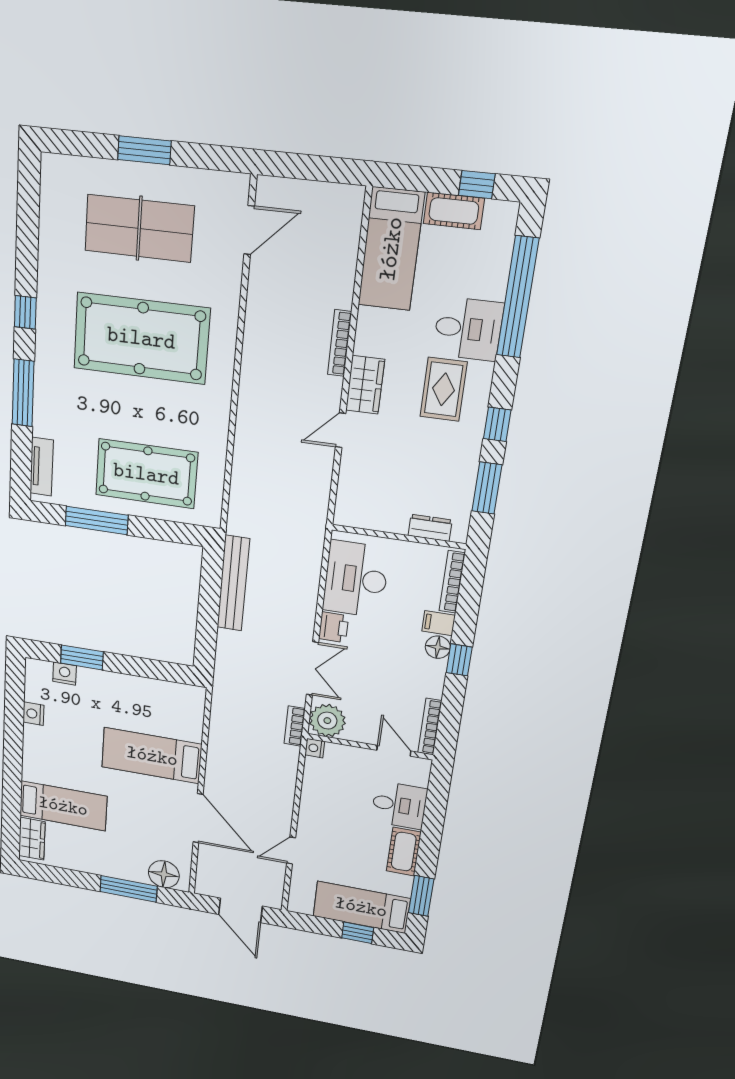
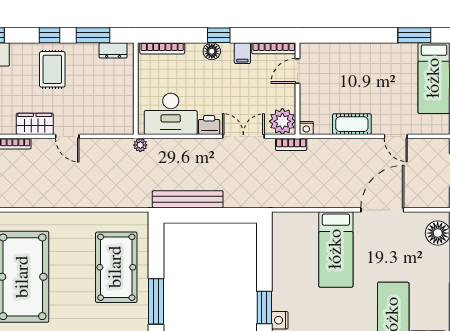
rug: (444, 389) -> (52, 69), moved, turned 90
dresser: (430, 528) -> (113, 50), moved, turned -90
plant: (316, 531) -> (140, 145), added
filing cabinet: (439, 623) -> (242, 53), moved
desk: (399, 805) -> (341, 61), removed
cot: (404, 852) -> (352, 124), moved

